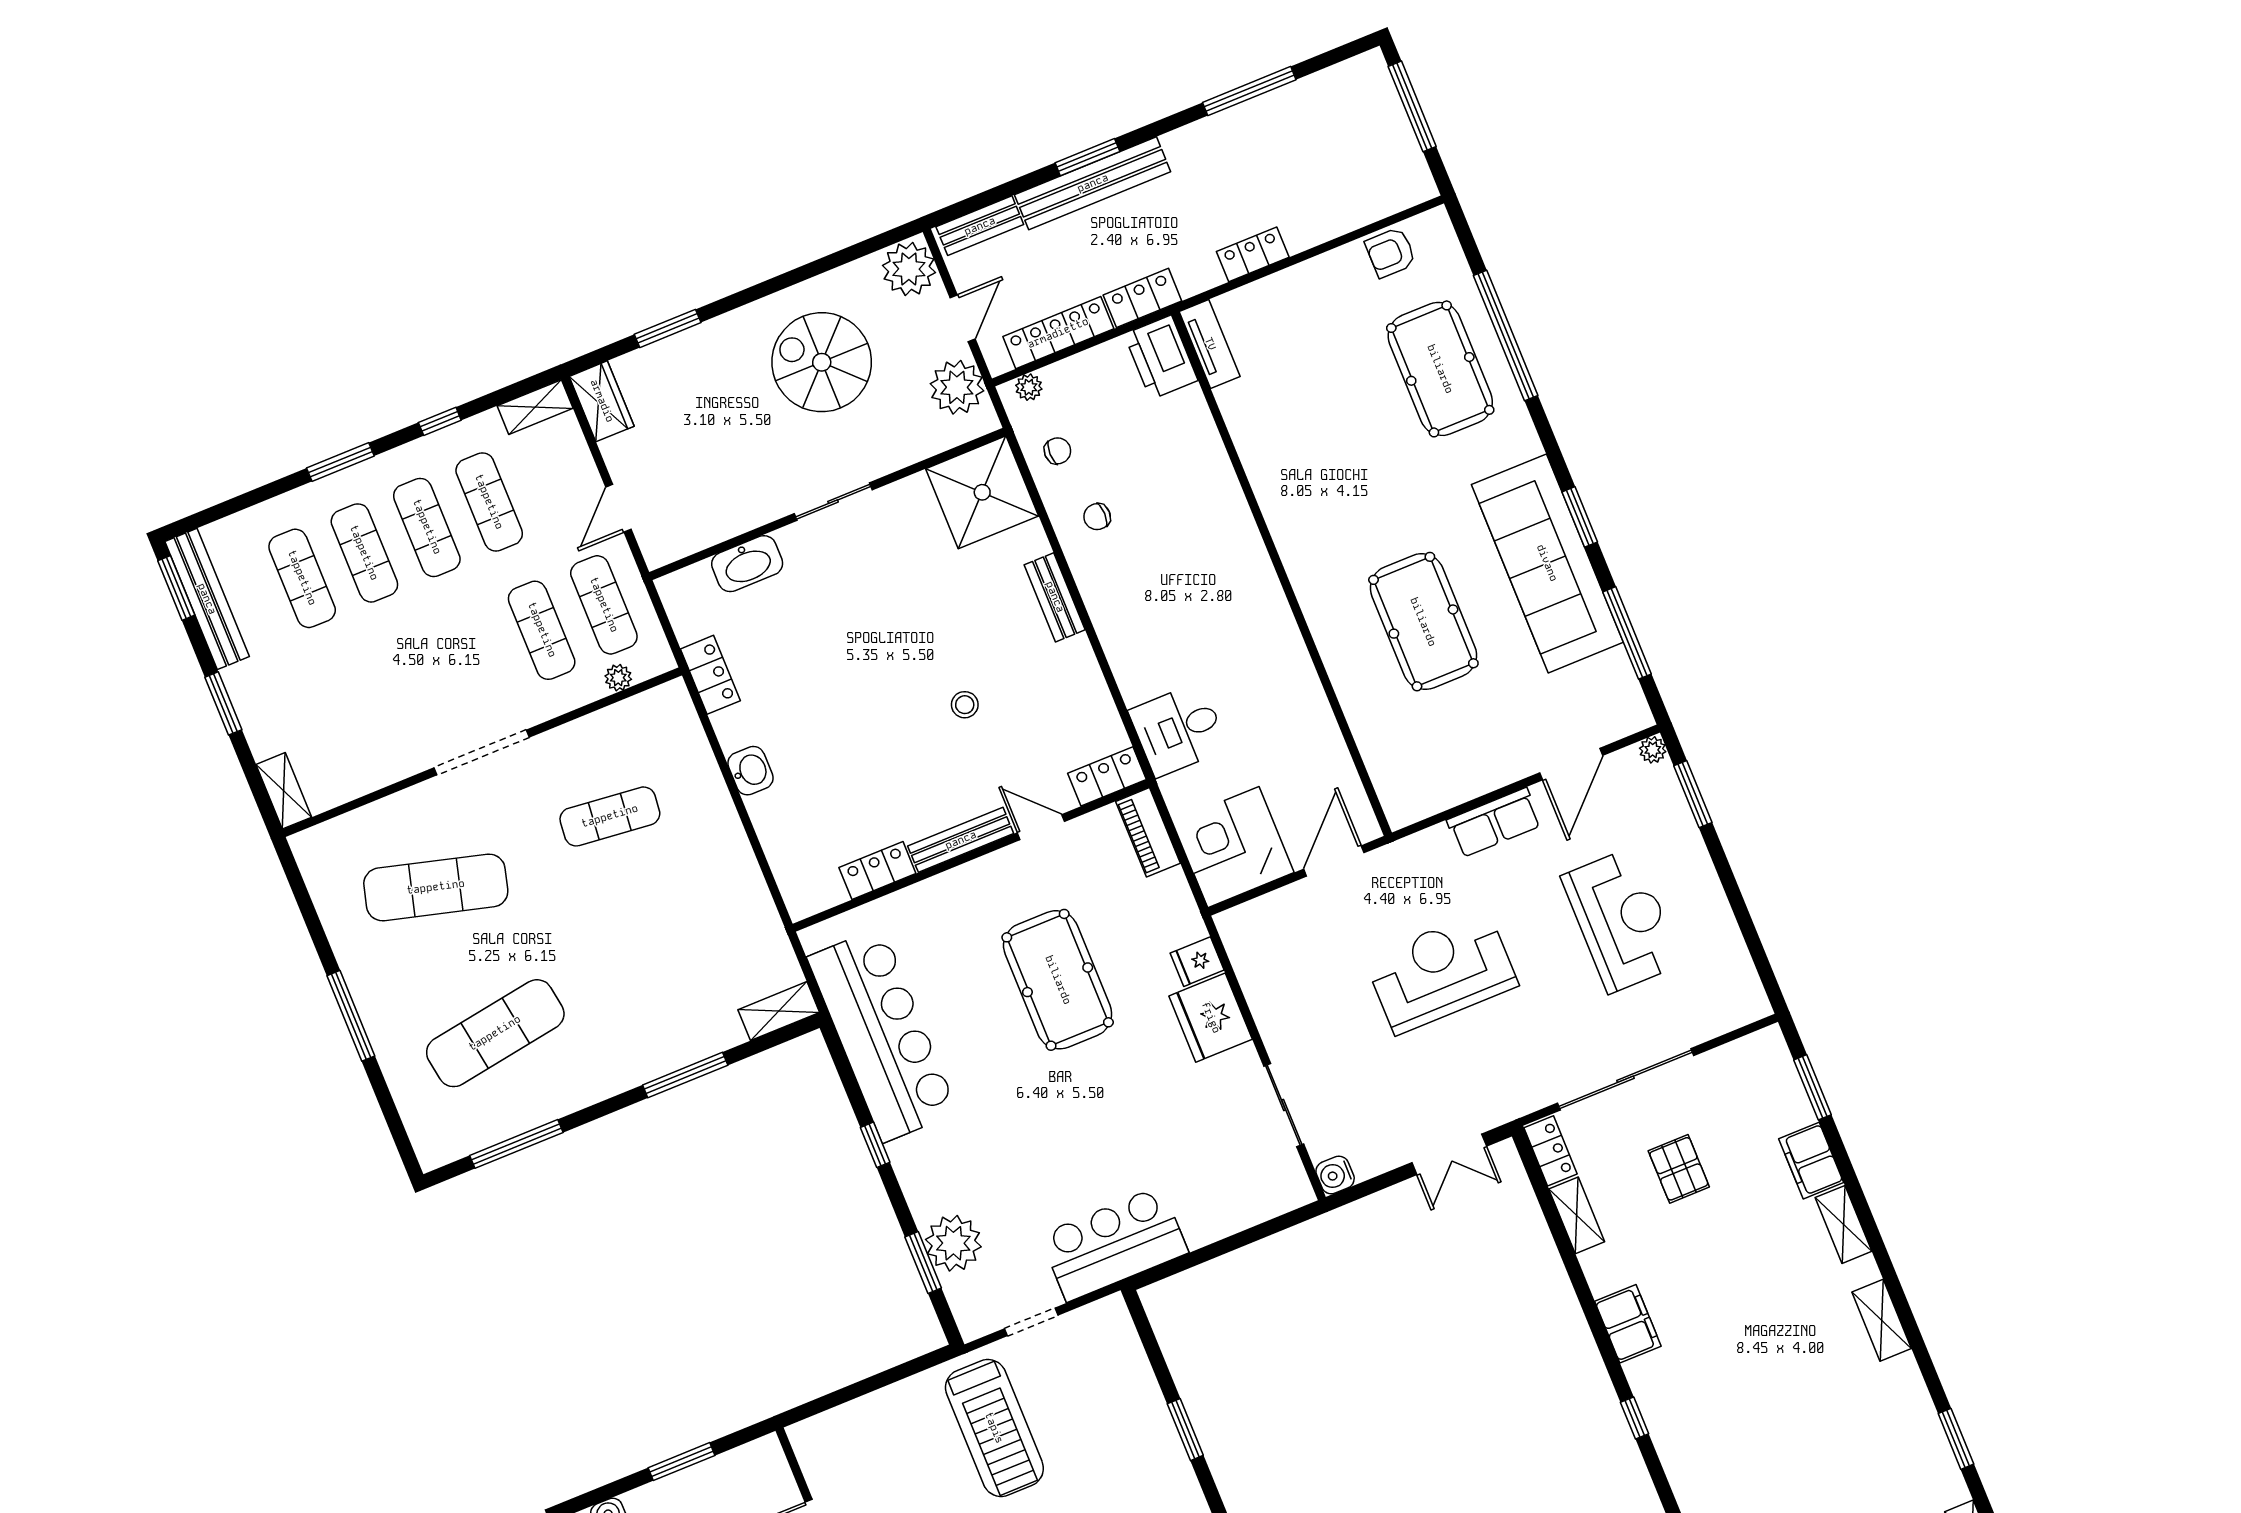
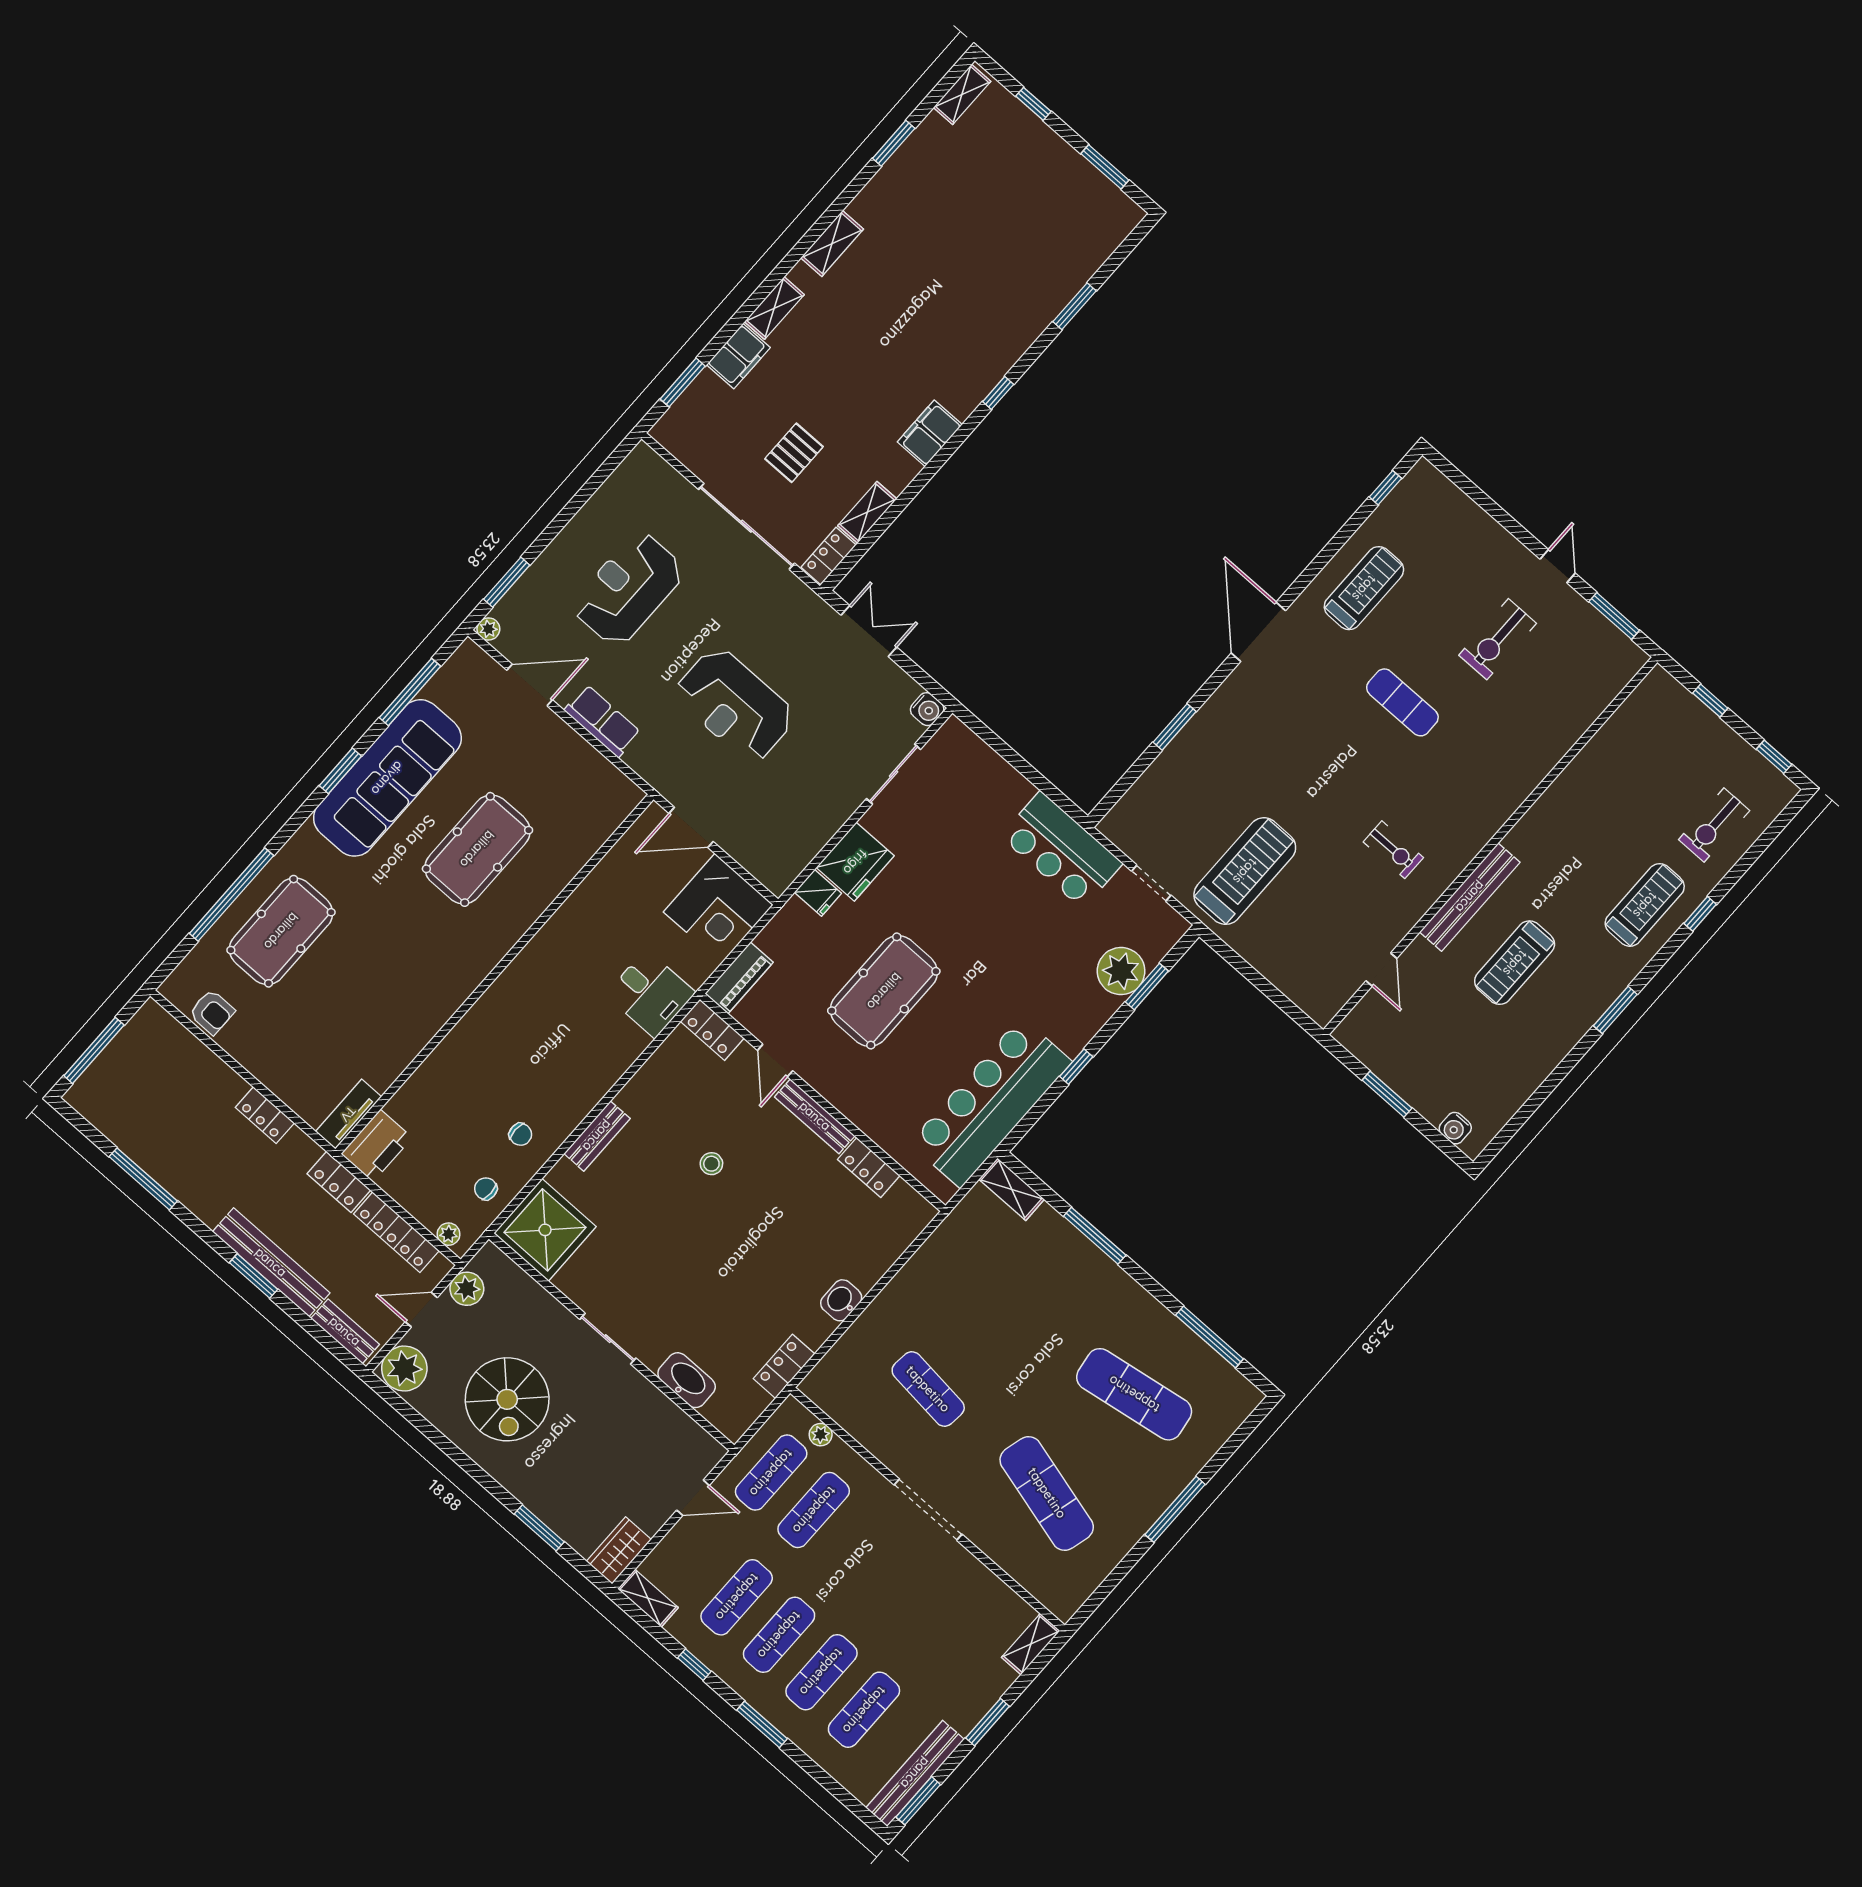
plant: (957, 387) -> (467, 1289), width x0.73, depth x0.73

